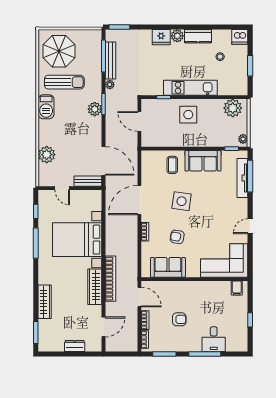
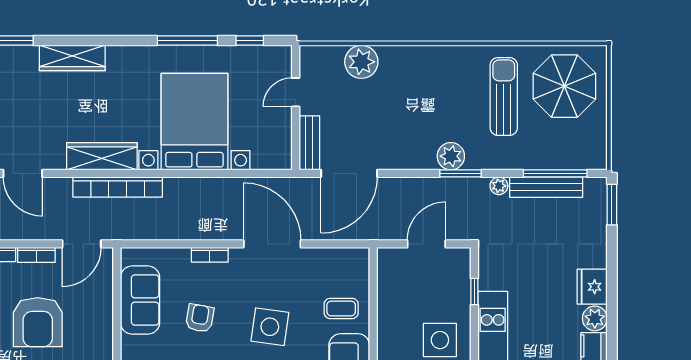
sun lounger: (64, 82) -> (504, 97), turned 180
barbecue: (46, 107) -> (455, 61), removed
armchair: (179, 319) -> (38, 322), width x1.88, depth x1.88

